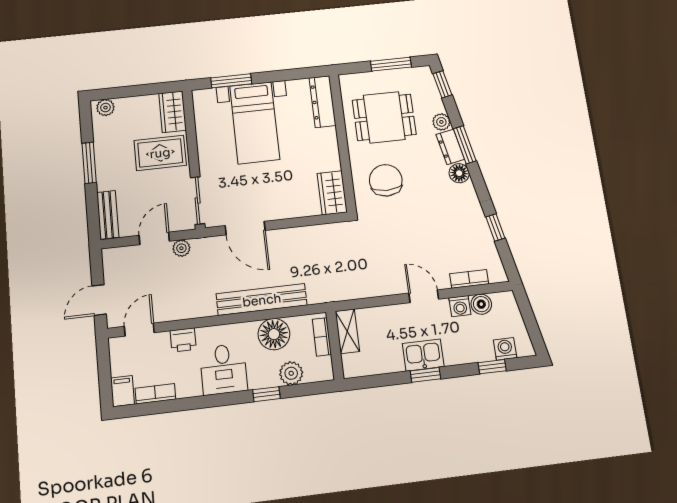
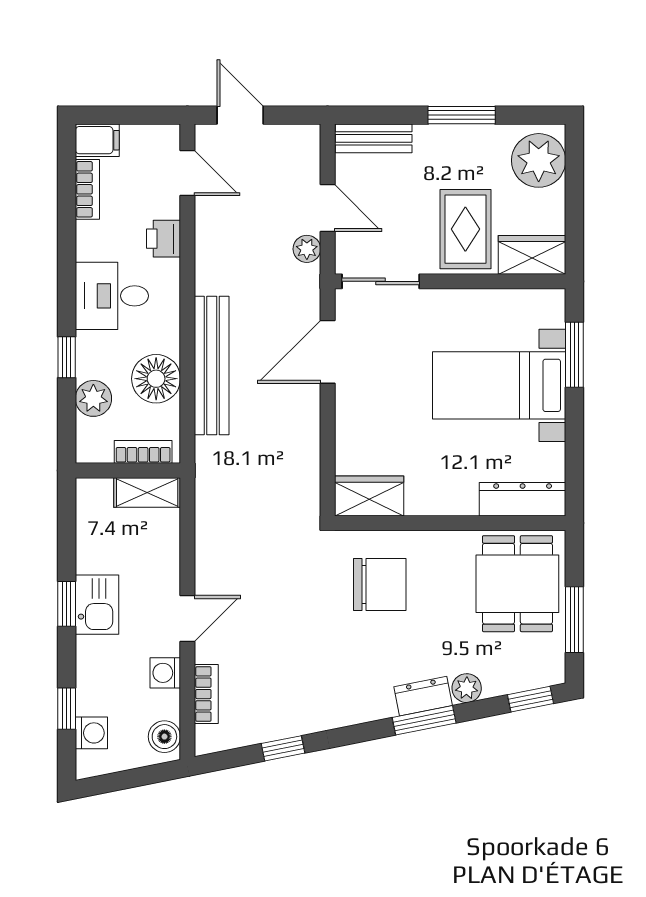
plant: (105, 108) -> (539, 160), width x1.88, depth x1.88
dining table: (384, 117) -> (517, 584), moved
floor lamp: (459, 173) -> (378, 704), removed
boiler: (481, 304) -> (164, 737), moved

